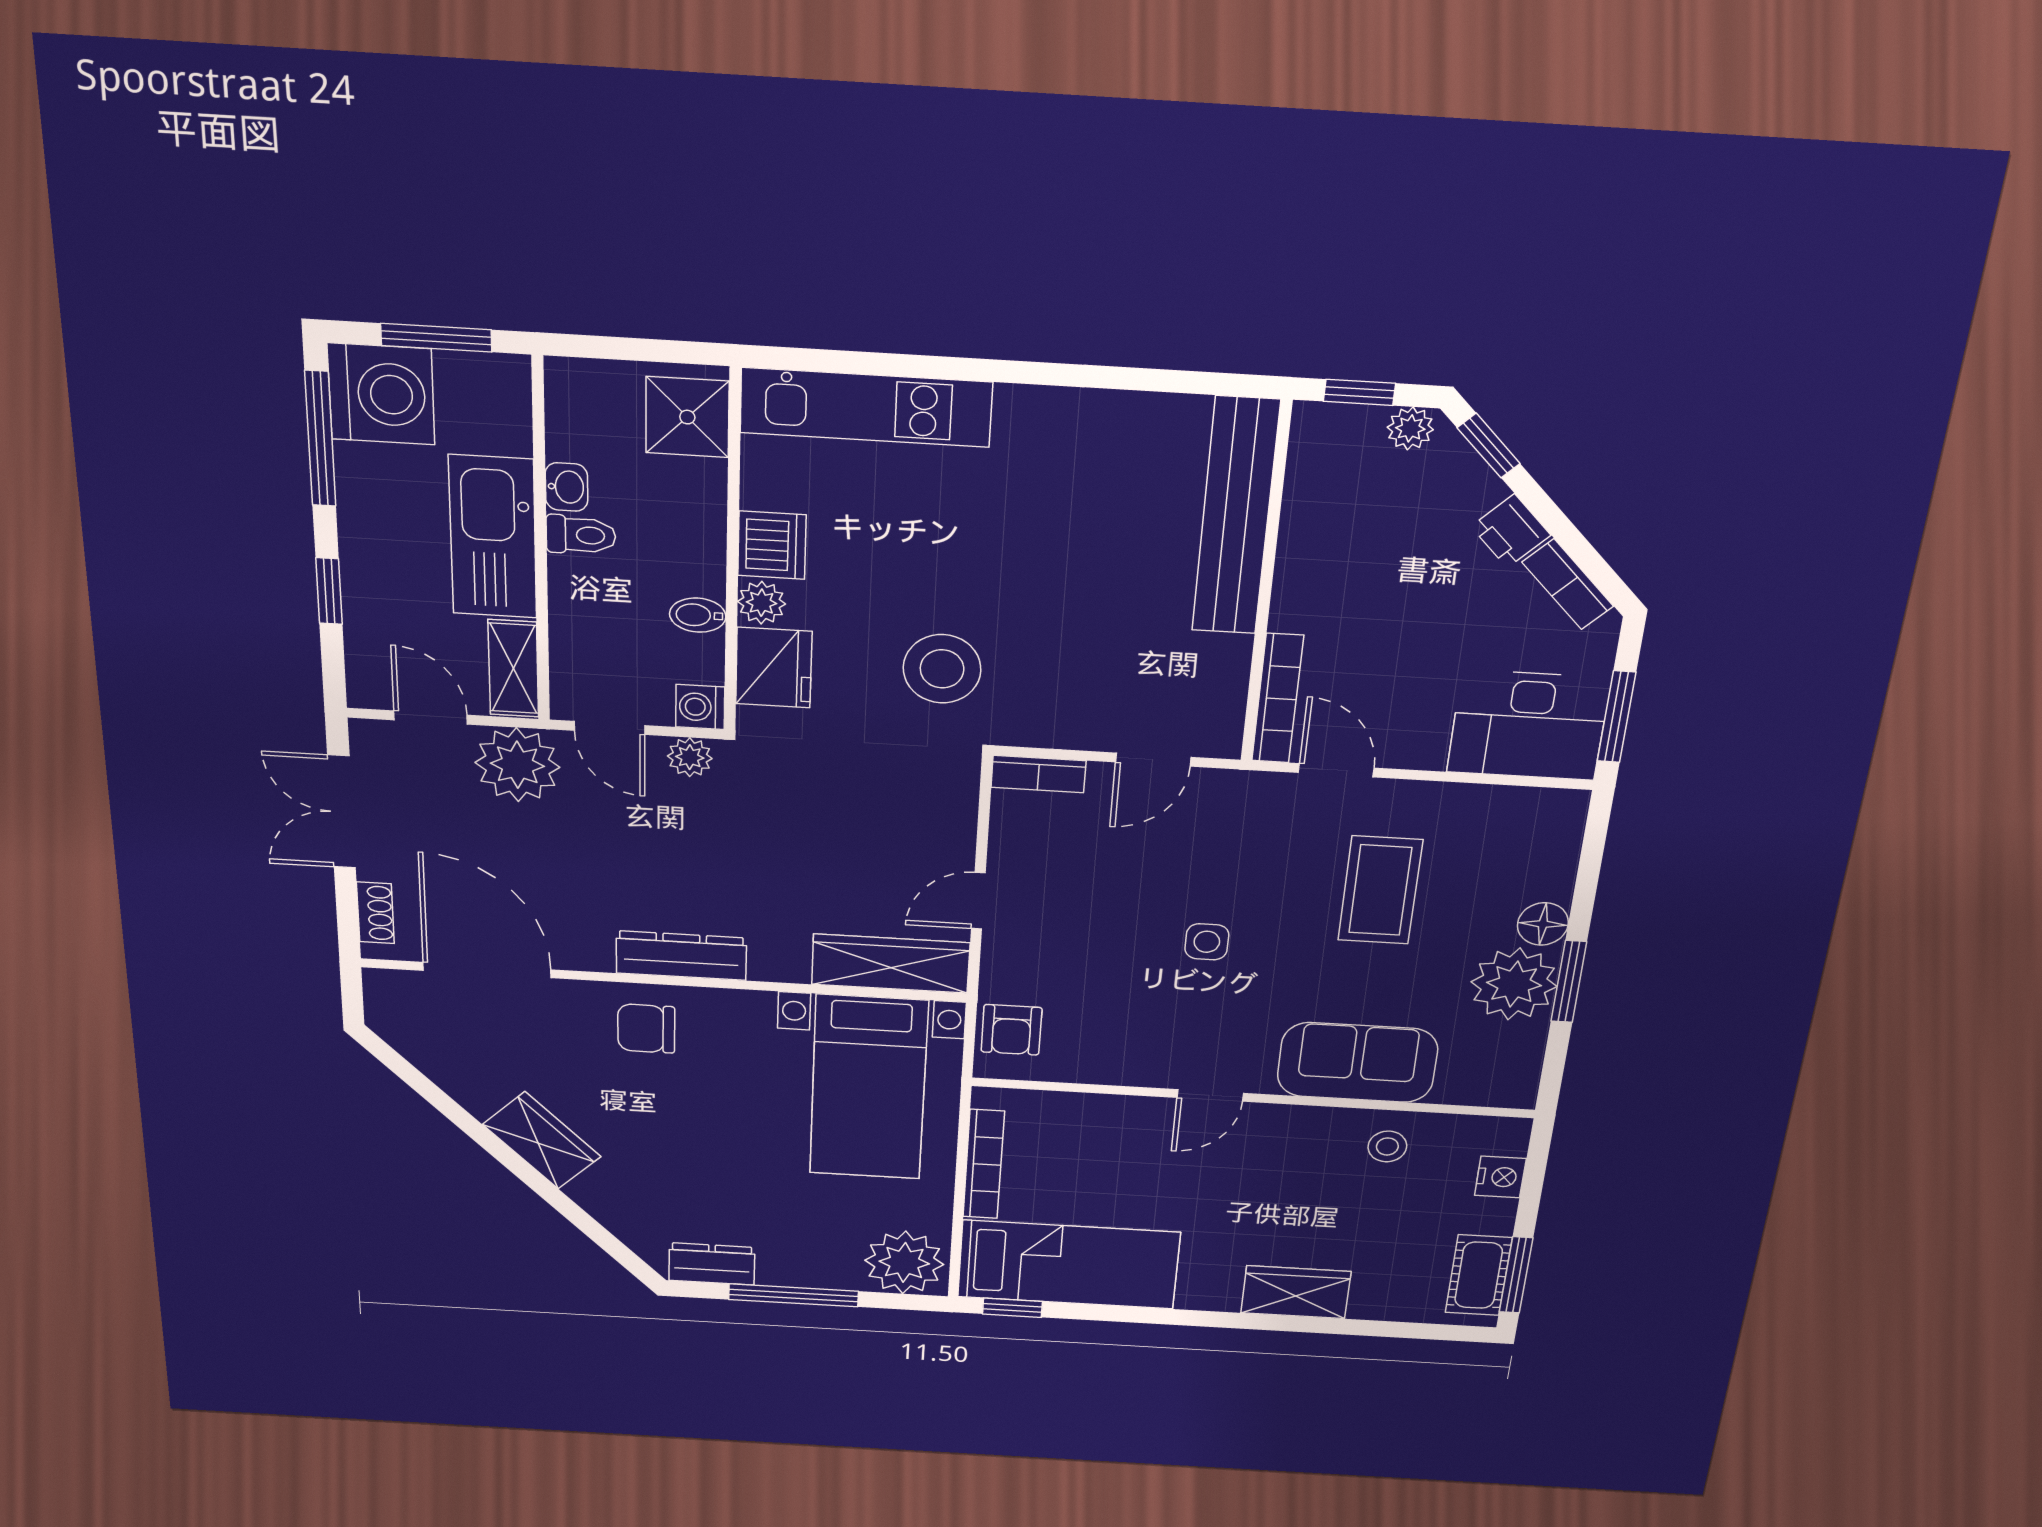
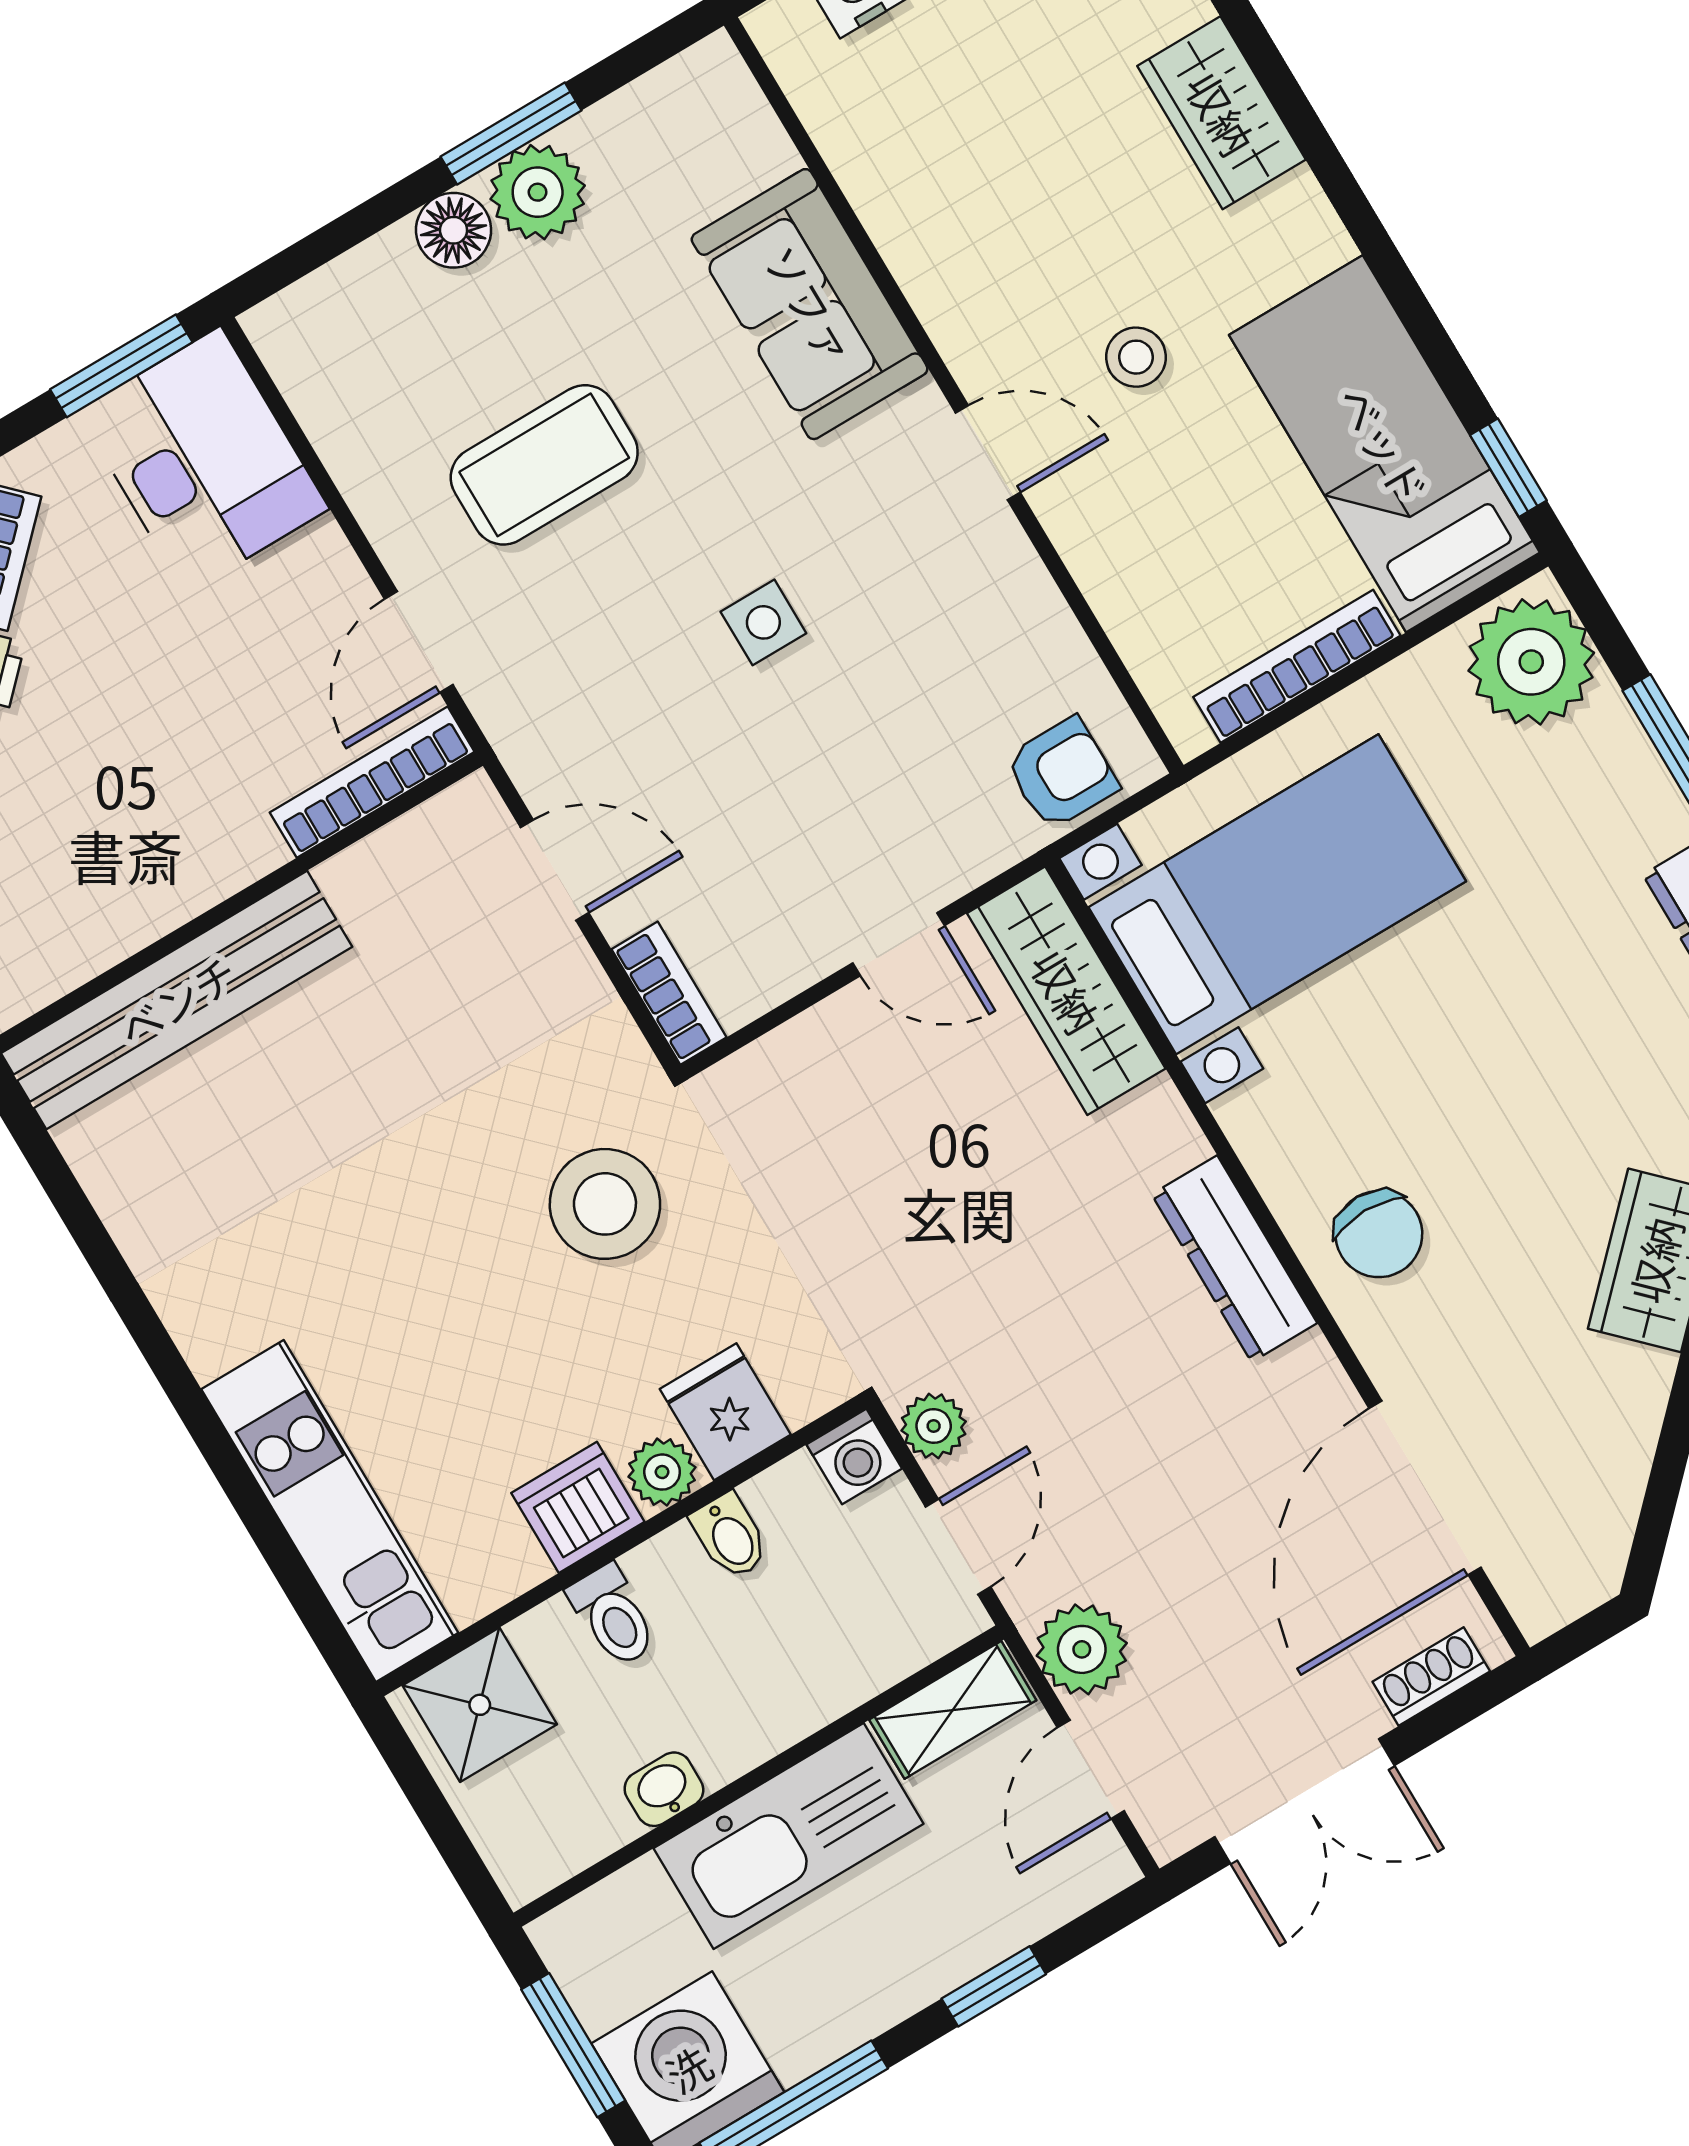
toilet: (581, 535) -> (613, 1616), moved, turned 180
fridge: (774, 668) -> (725, 1412), width x0.72
plant: (517, 765) -> (1082, 1649), width x0.73, depth x0.73
plant: (1514, 984) -> (538, 192), width x0.73, depth x0.73
stool: (1387, 1146) -> (1136, 357), moved

